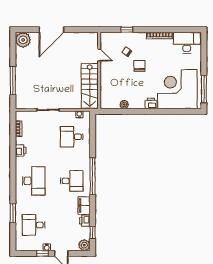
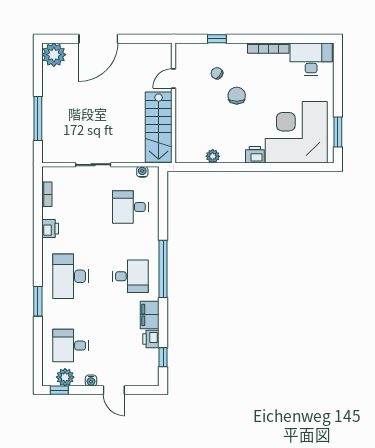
door: (99, 55) -> (173, 78), swing flipped
window: (204, 89) -> (338, 132), width x0.69
desk: (34, 181) -> (70, 276), turned 180
window: (13, 213) -> (38, 301), moved
plant: (84, 245) -> (65, 377), moved
window: (43, 253) -> (59, 390), moved

